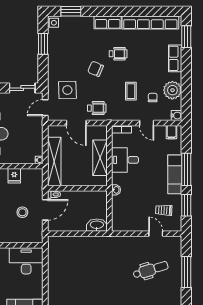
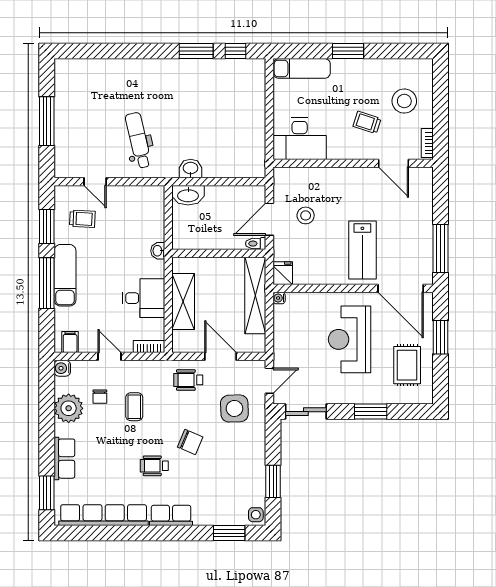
fridge: (14, 176) -> (283, 273), moved
washbasin: (95, 242) -> (191, 169), added
dental chair: (151, 270) -> (138, 140), moved, turned 94

